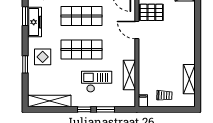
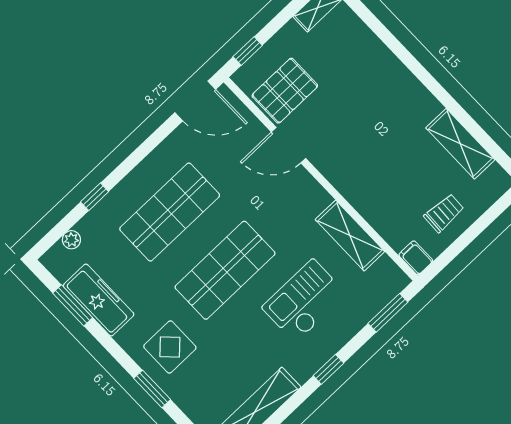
window: (106, 109) -> (388, 313), moved

